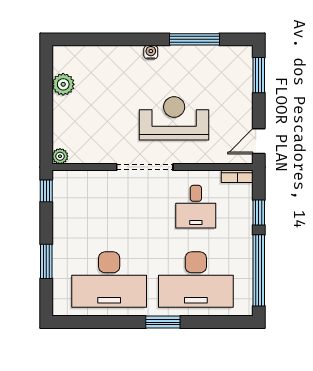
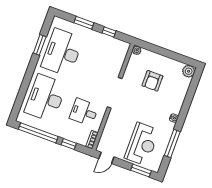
plant: (63, 84) -> (189, 71), moved
armchair: (102, 111) -> (152, 81), added
reception desk: (174, 118) -> (142, 144), moved
door: (259, 141) -> (106, 158), swing flipped
window: (46, 191) -> (109, 32), moved
window: (163, 322) -> (40, 45), moved

